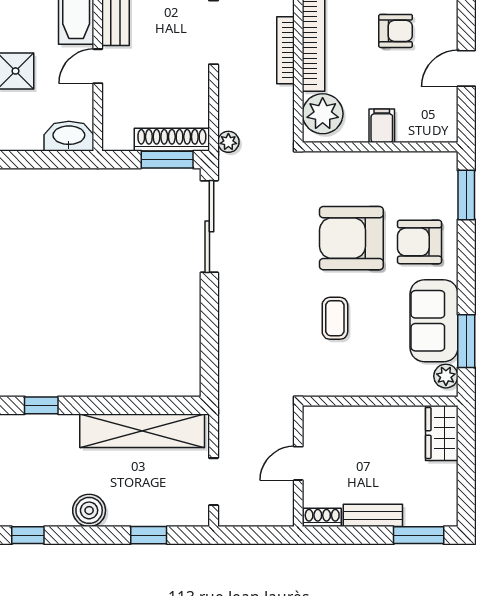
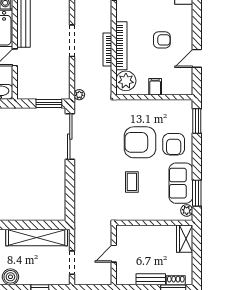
shoe rack: (172, 140) -> (51, 94), removed
armchair: (419, 242) -> (174, 144), turned -90
shoe rack: (322, 517) -> (176, 280), moved

